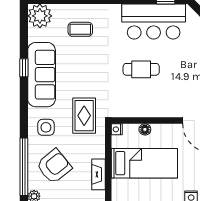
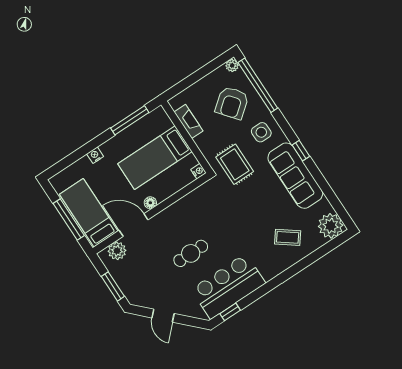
coffee table: (80, 29) -> (288, 237), turned 37
window: (24, 68) -> (301, 151), moved
cafe table: (141, 69) -> (191, 253), moved
floor lamp: (145, 129) -> (150, 203), moved

